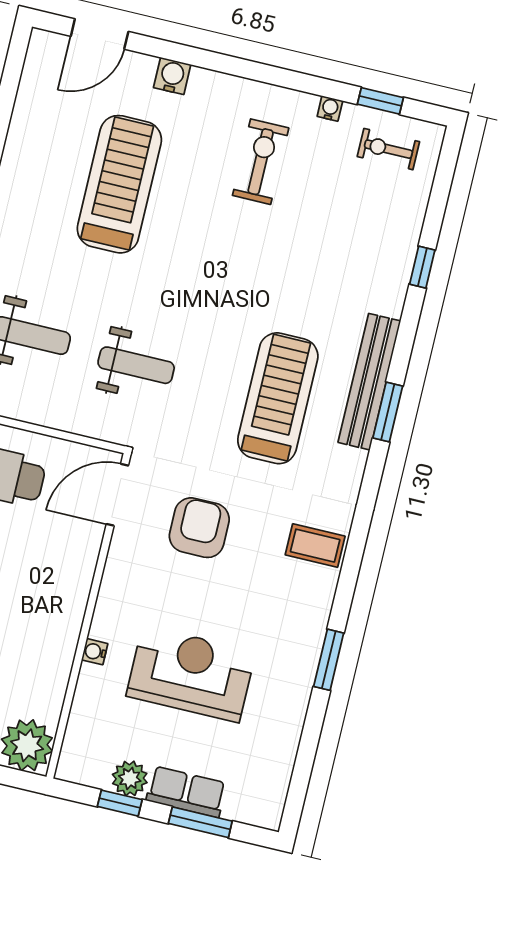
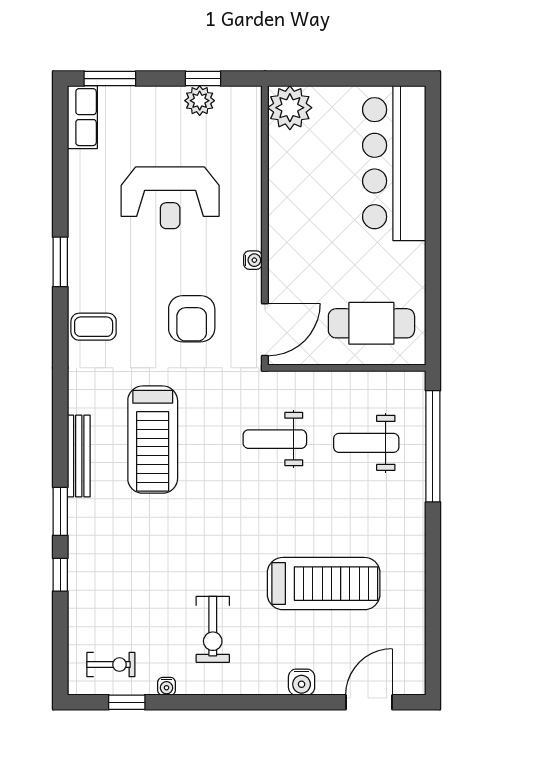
treadmill: (119, 184) -> (324, 584), turned -90
bench: (369, 382) -> (79, 456), width x0.73, depth x0.82
window: (388, 412) -> (60, 511), moved
water cooler: (95, 652) -> (253, 260), moved
window: (329, 660) -> (60, 262), moved
row of seats: (186, 792) -> (82, 117), moved, turned -90
window: (200, 822) -> (110, 79), moved

